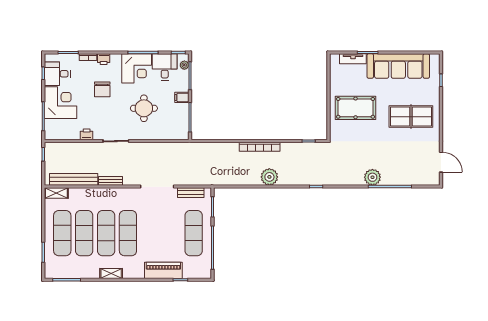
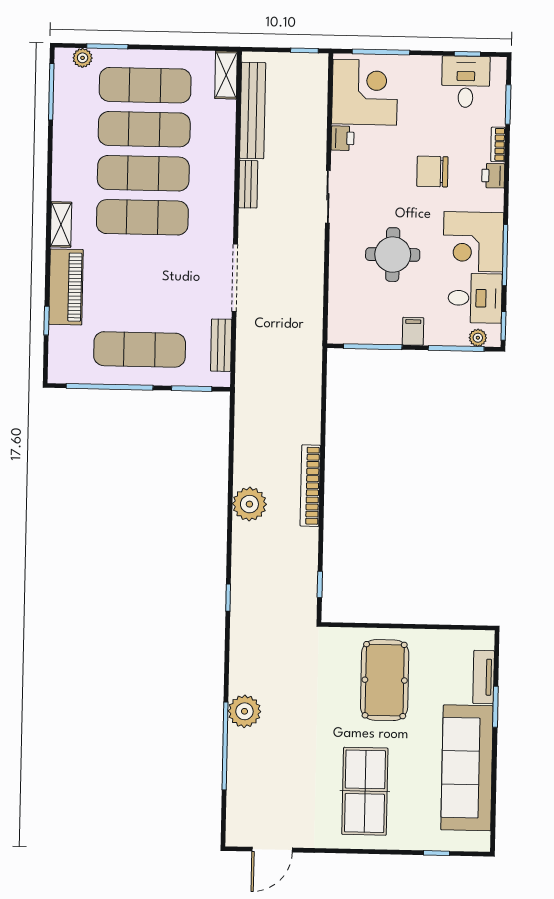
corner desk: (61, 103) -> (365, 92), moved, turned -90
plant: (49, 265) -> (83, 58), added
shelving: (111, 273) -> (61, 224), moved

